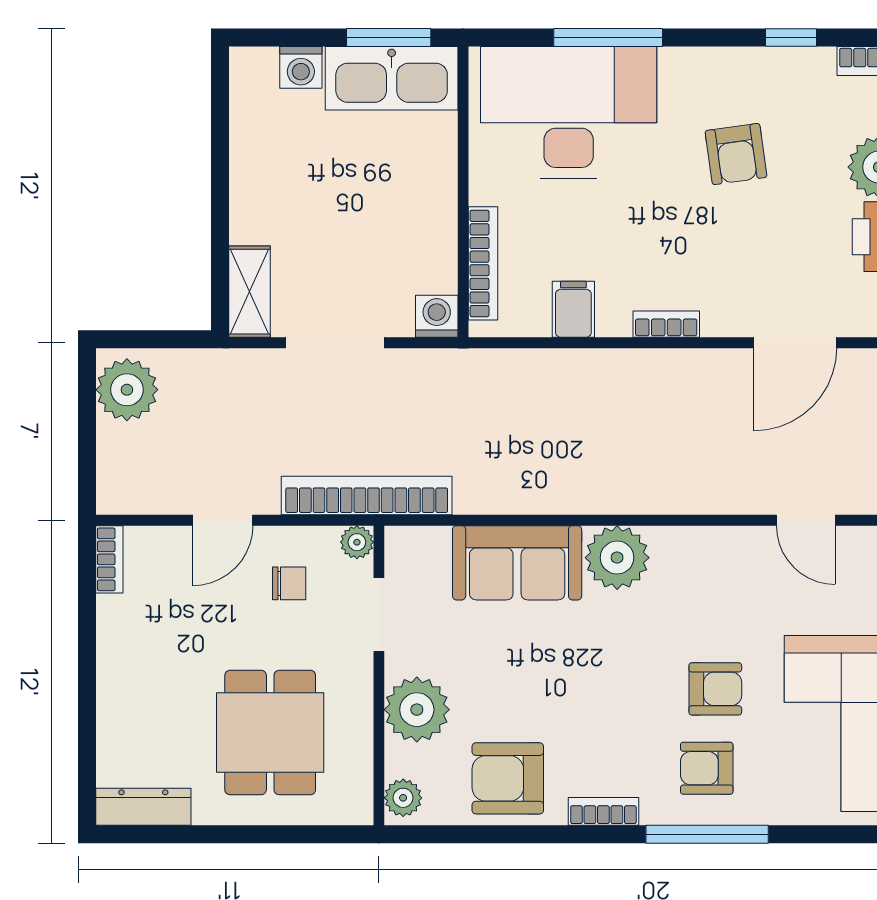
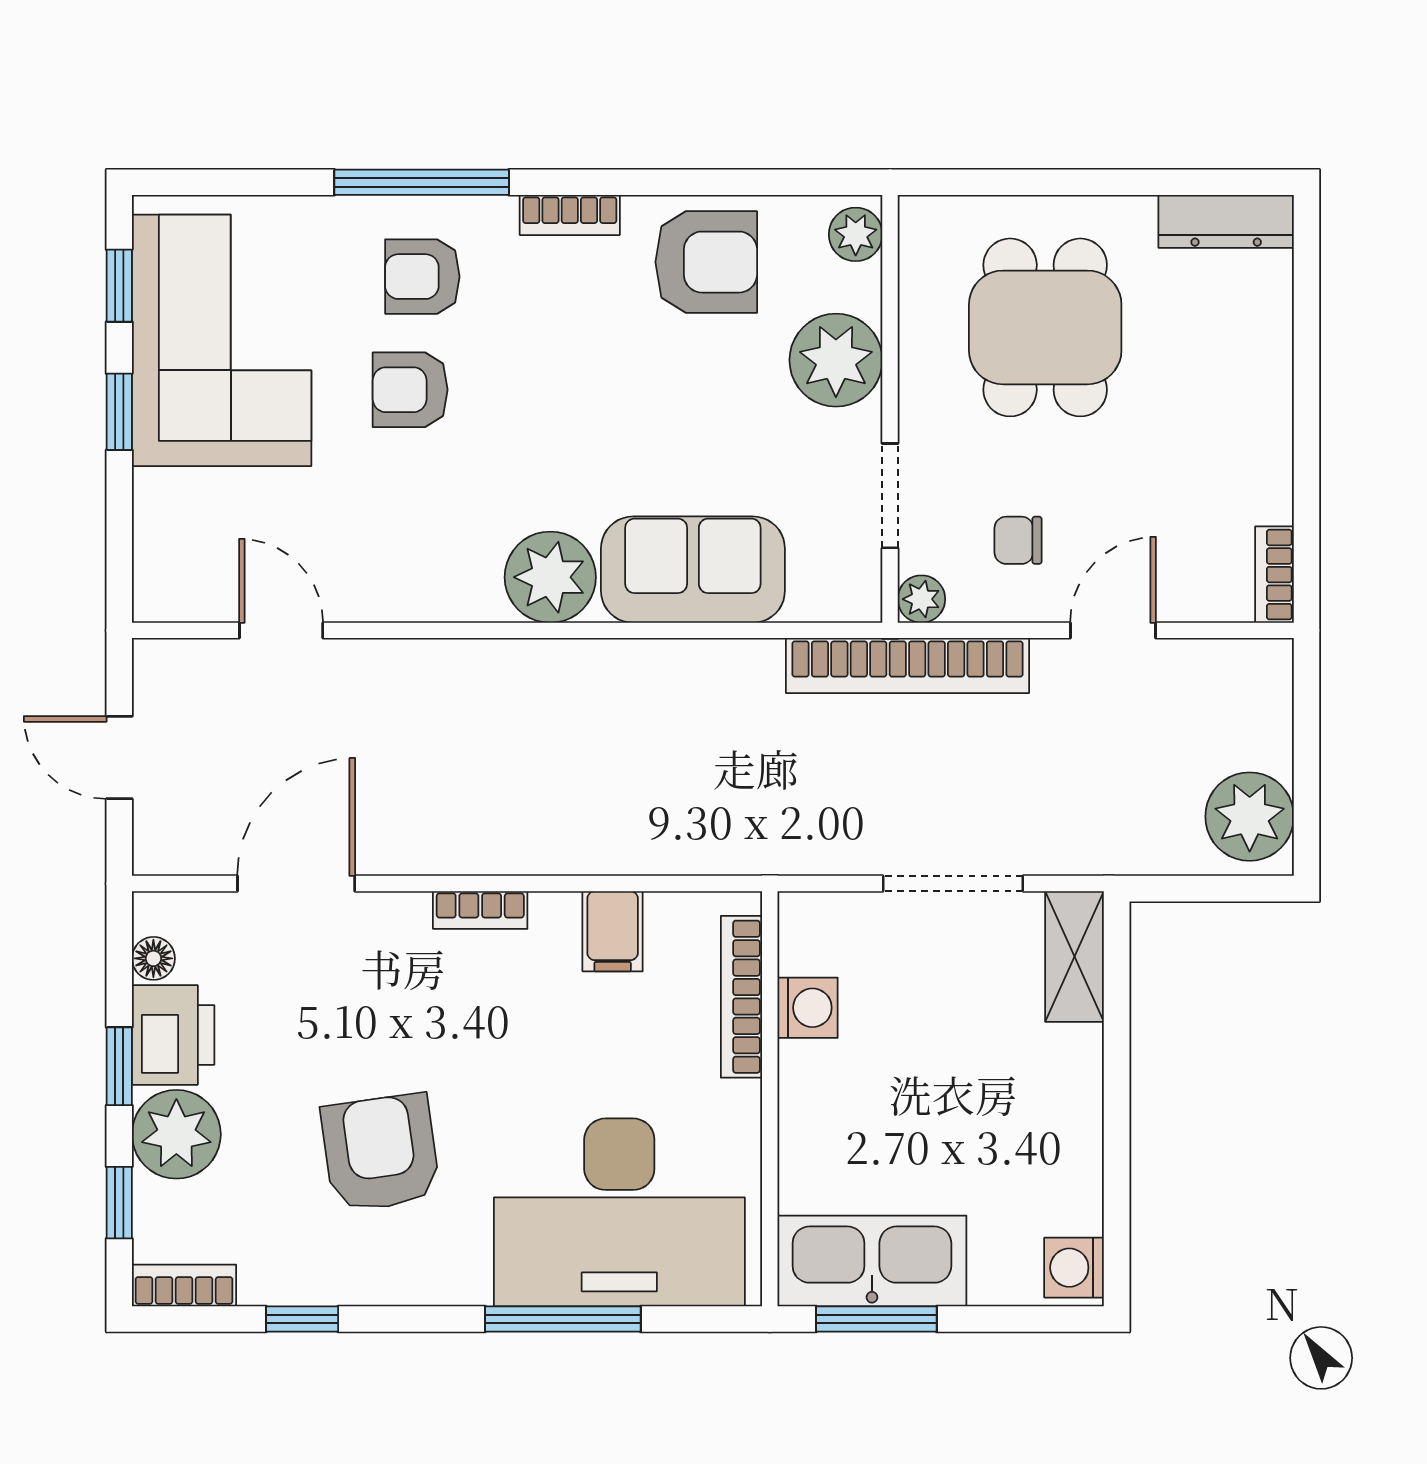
washing machine: (301, 67) -> (1074, 1268), moved, turned -90
armchair: (736, 154) -> (381, 1153), width x1.38, depth x1.38
washing machine: (437, 316) -> (808, 1008), moved, turned -90
armchair: (707, 768) -> (422, 277), turned 180

